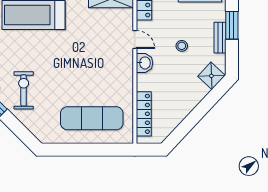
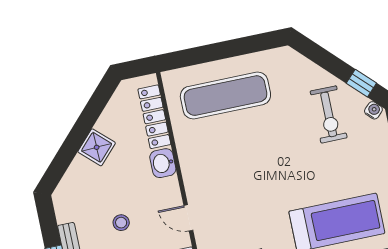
washbasin: (145, 63) -> (163, 163), moved
shower: (211, 76) -> (97, 147), moved

